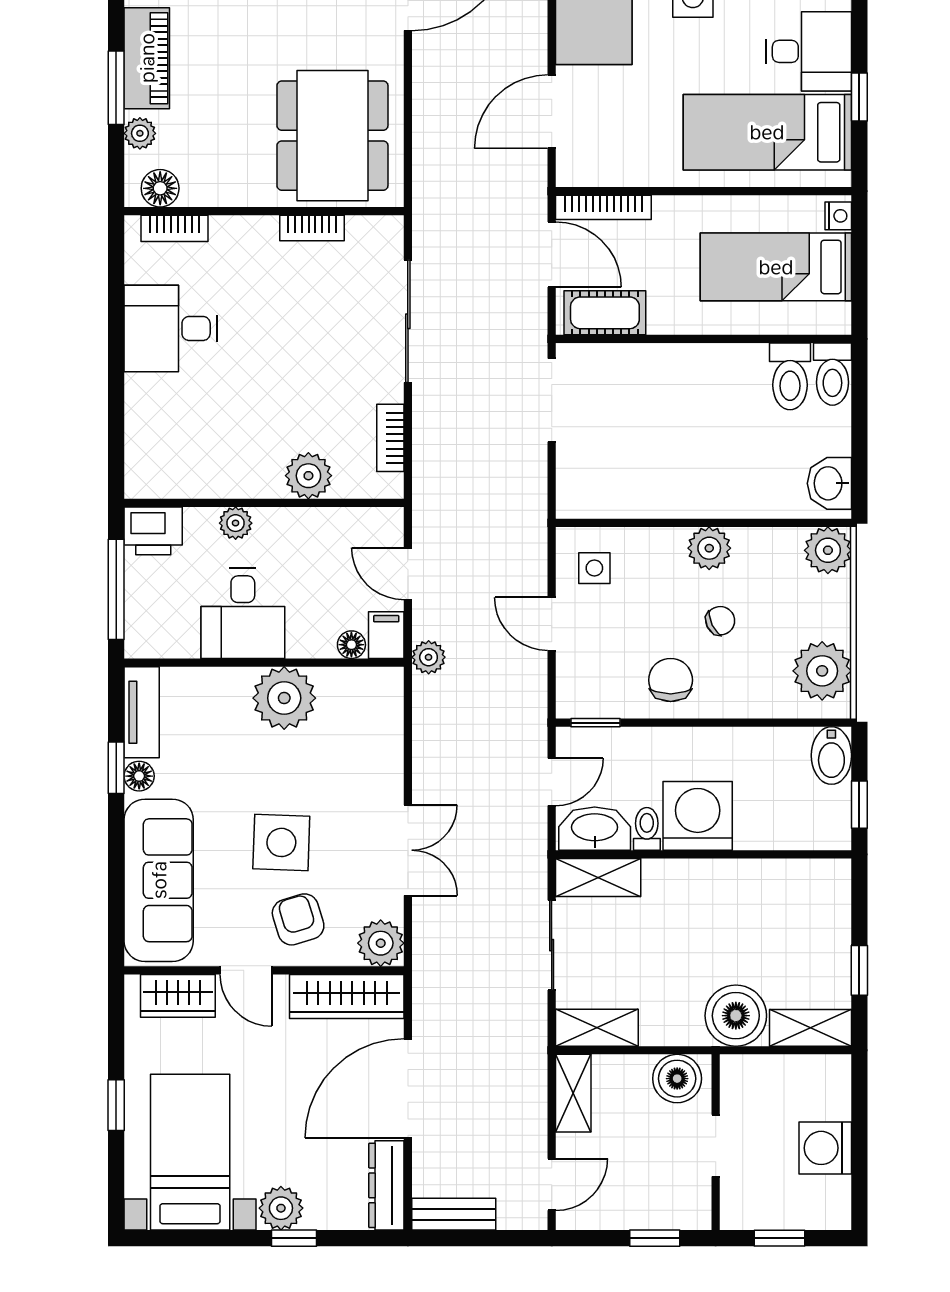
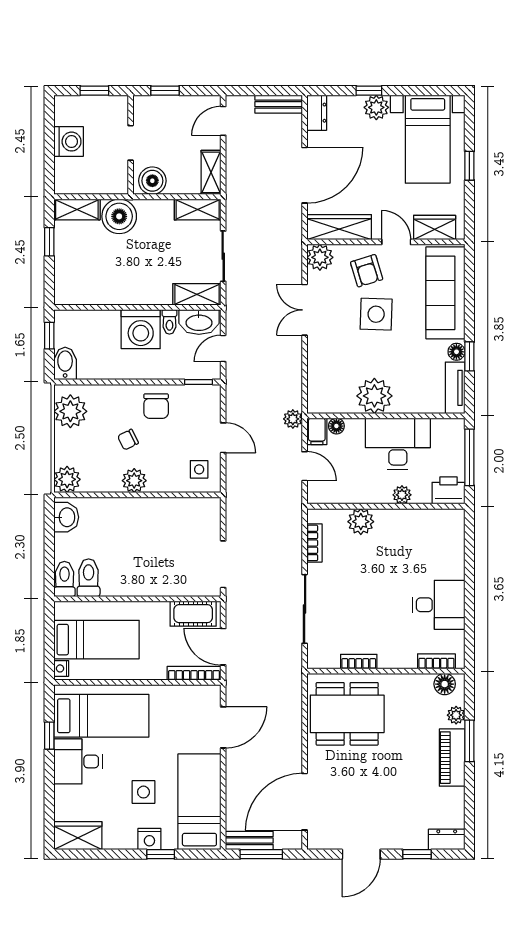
dining table: (332, 136) -> (347, 714), turned 90
desk: (243, 614) -> (398, 444), width x1.37
dresser: (386, 1185) -> (317, 113), width x0.70

